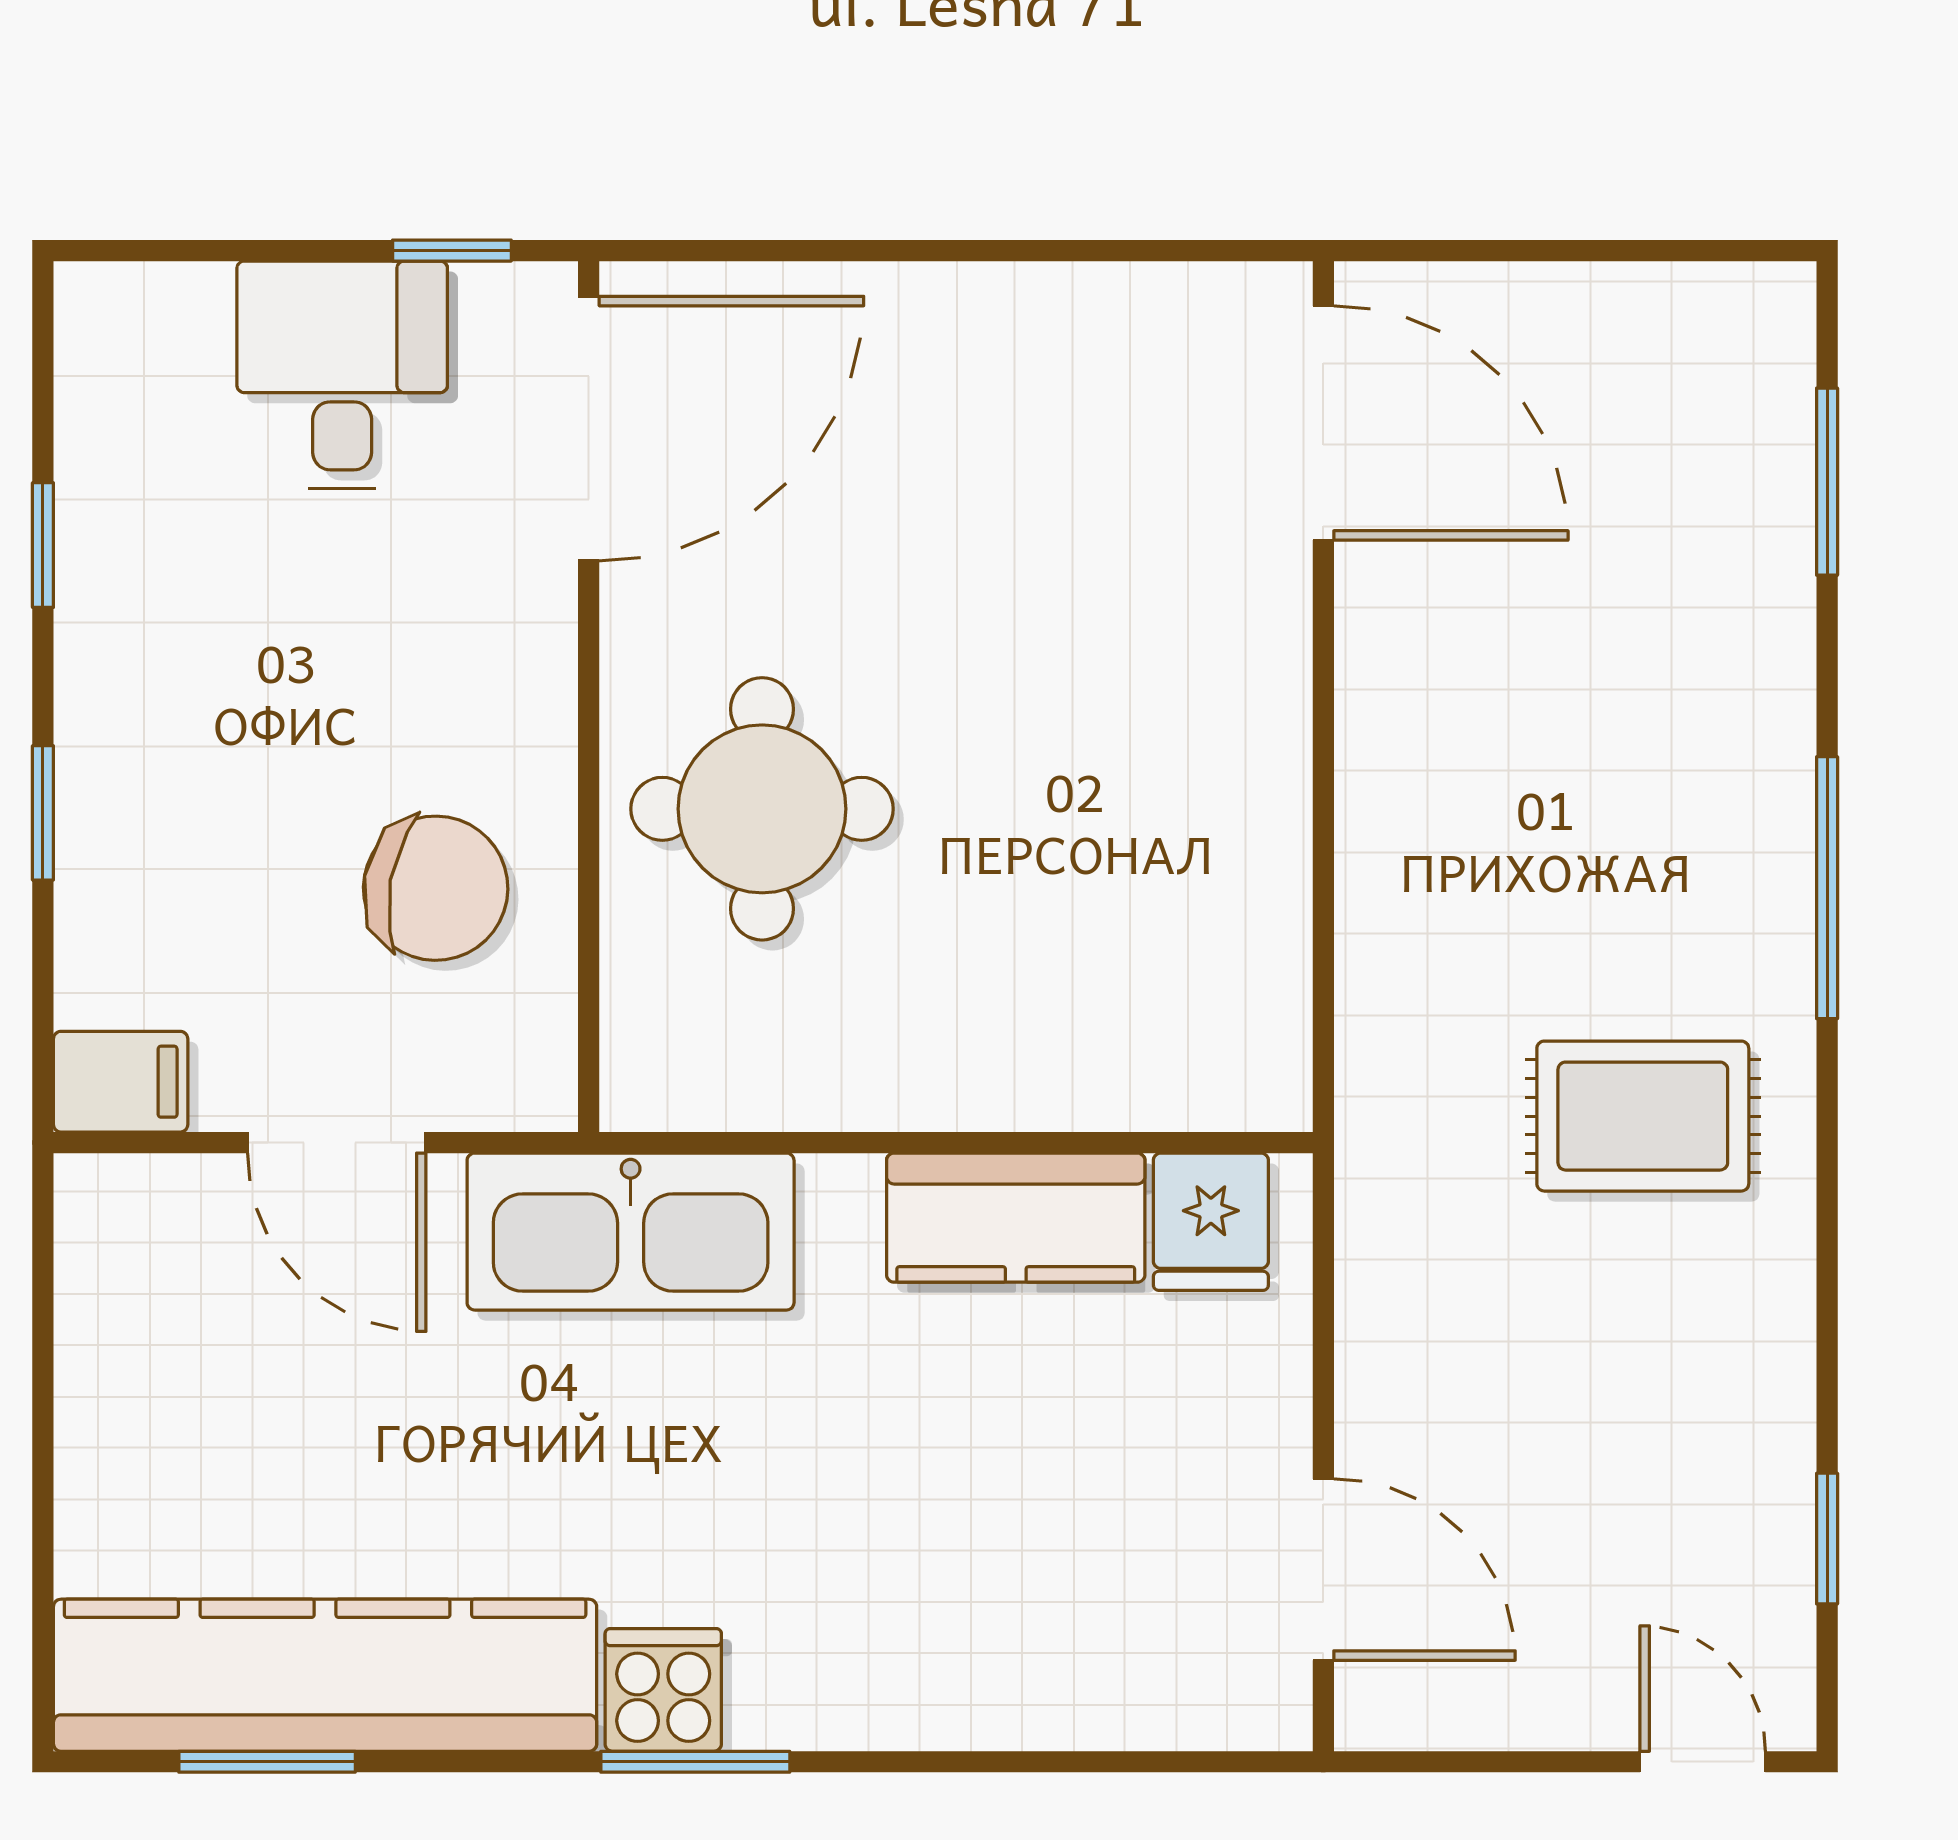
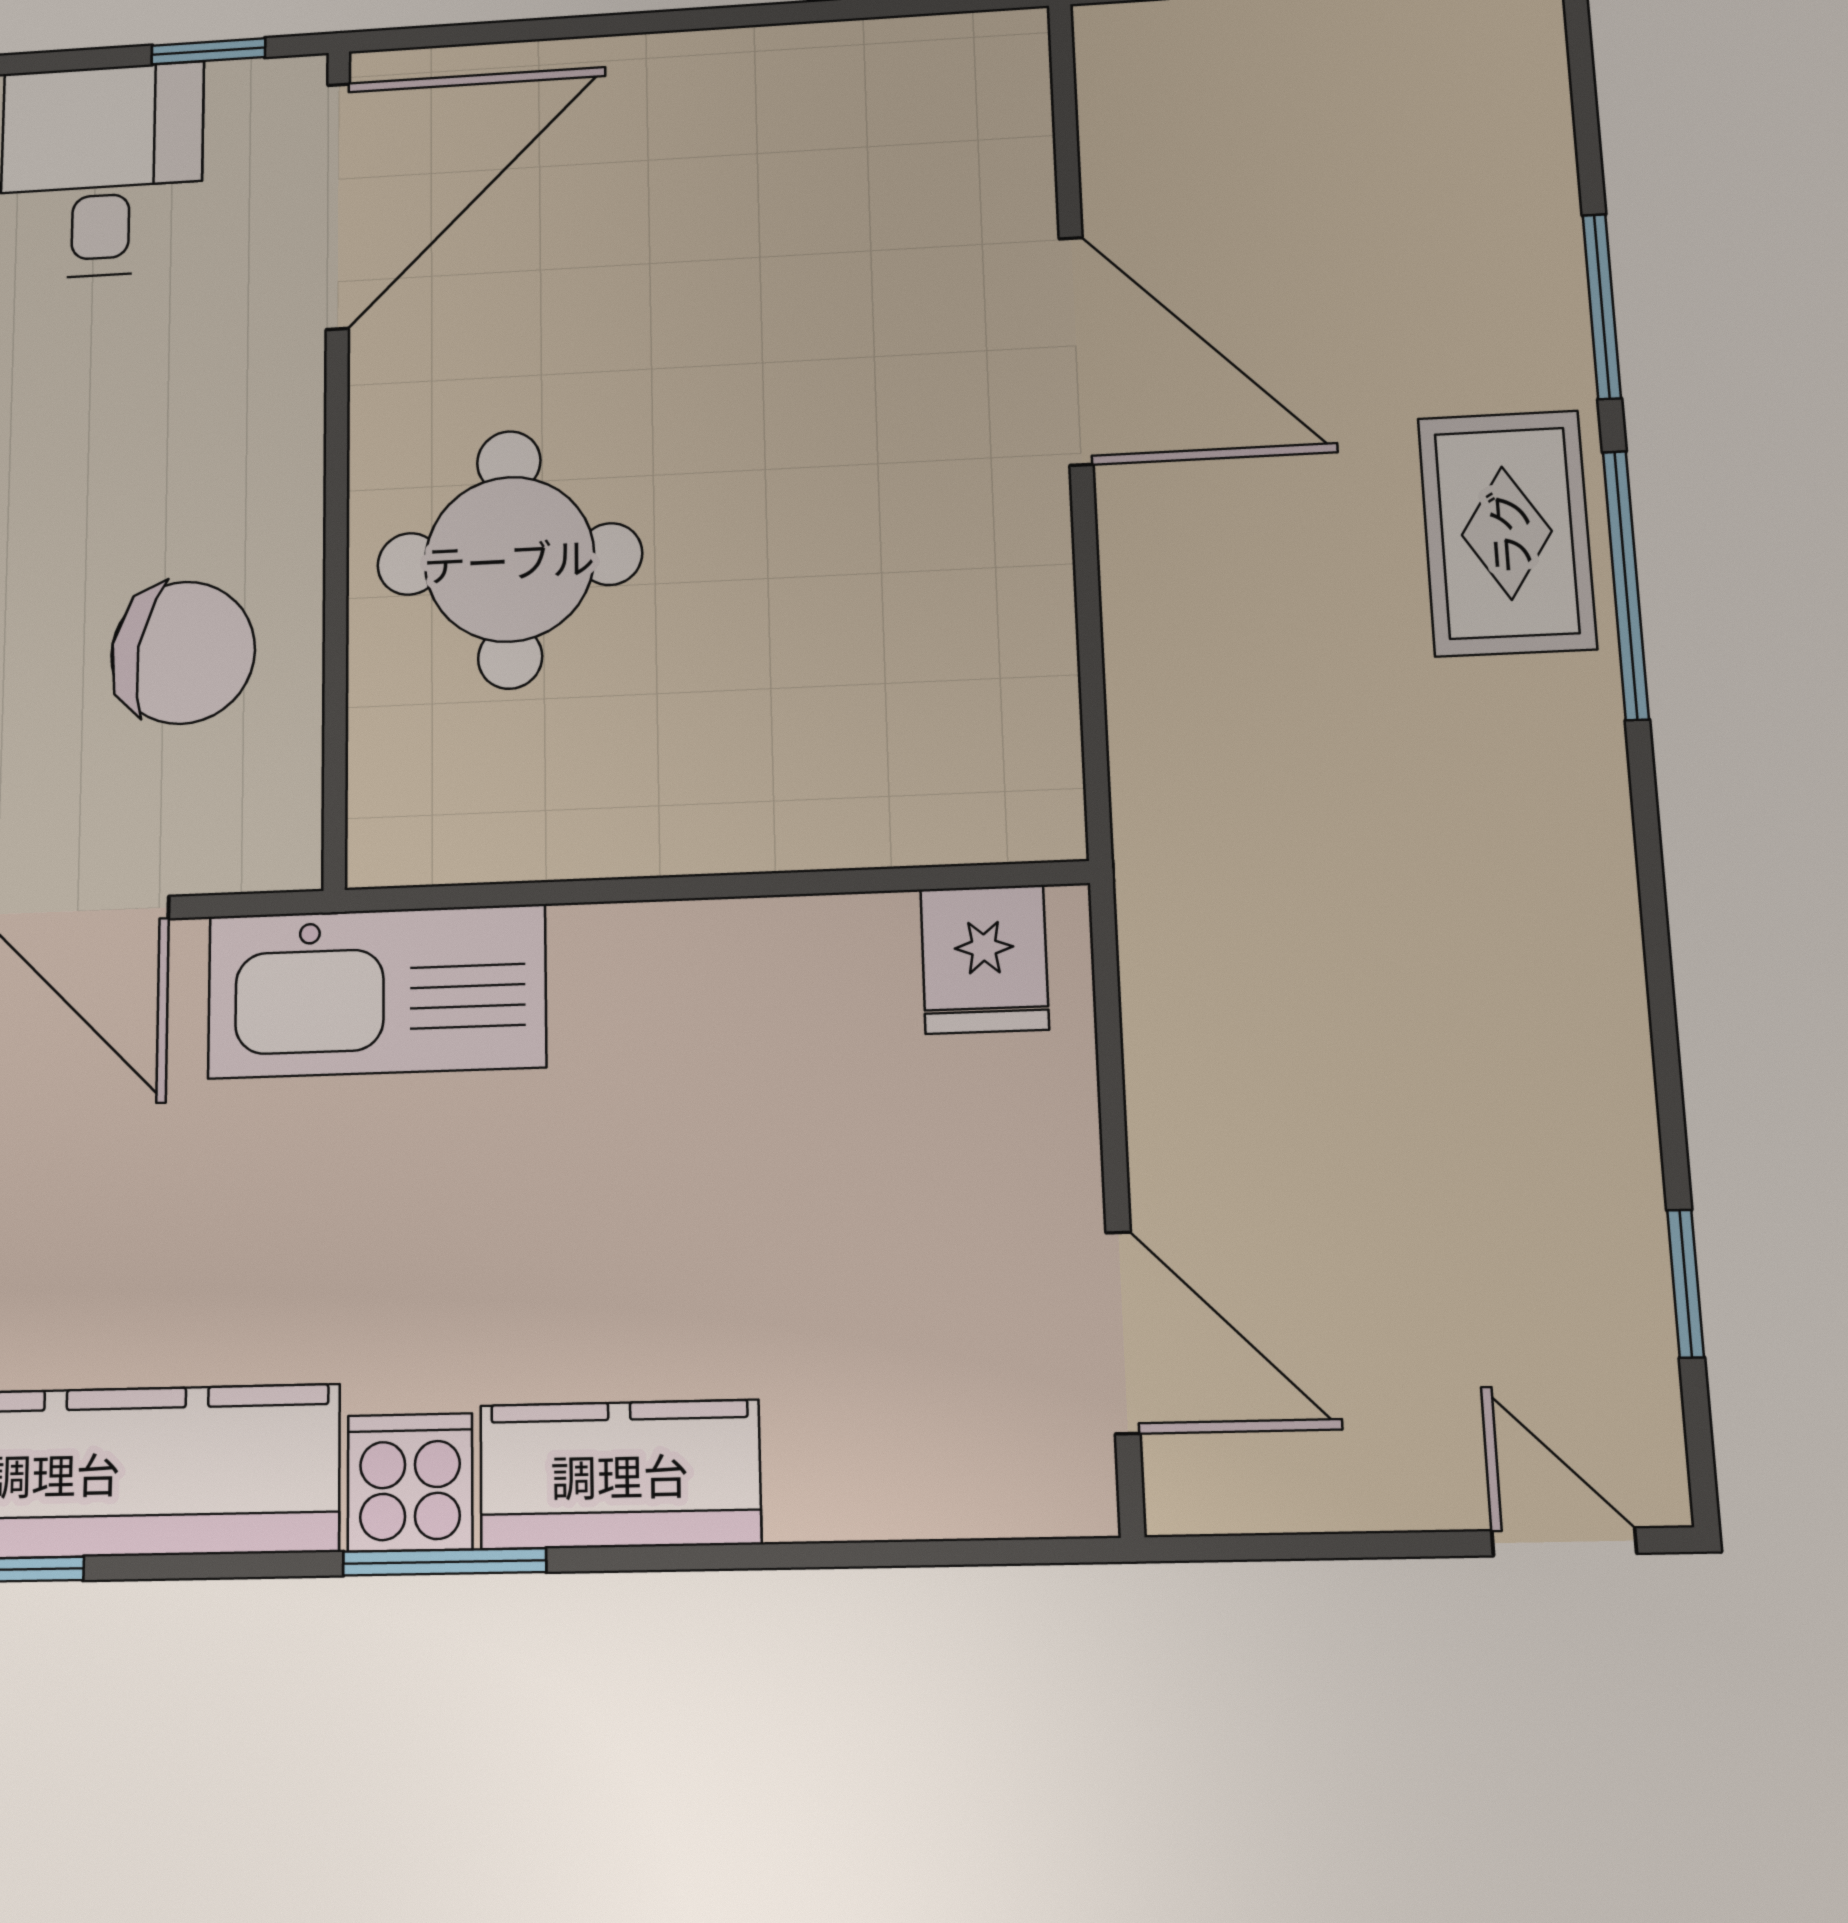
door: (1323, 423) -> (1076, 351), moved
window: (1827, 482) -> (1602, 306), moved
rug: (1643, 1116) -> (1507, 533), moved, turned 90
kitchen counter: (1016, 1218) -> (620, 1474), moved, turned 180

